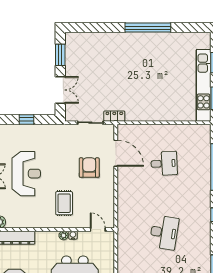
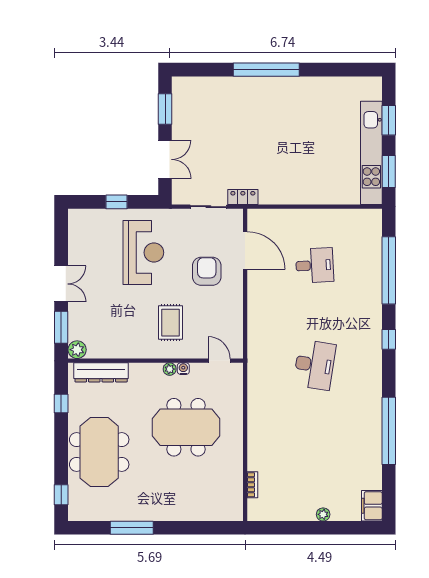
window: (148, 28) -> (266, 70), moved
reception desk: (26, 174) -> (143, 253), moved

